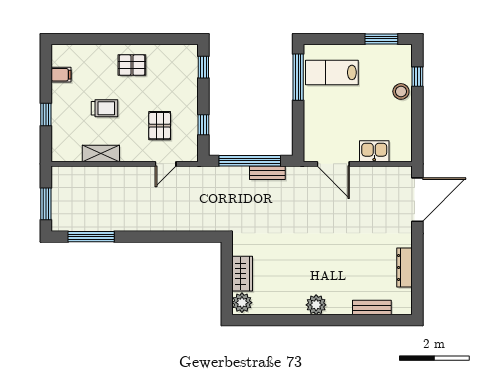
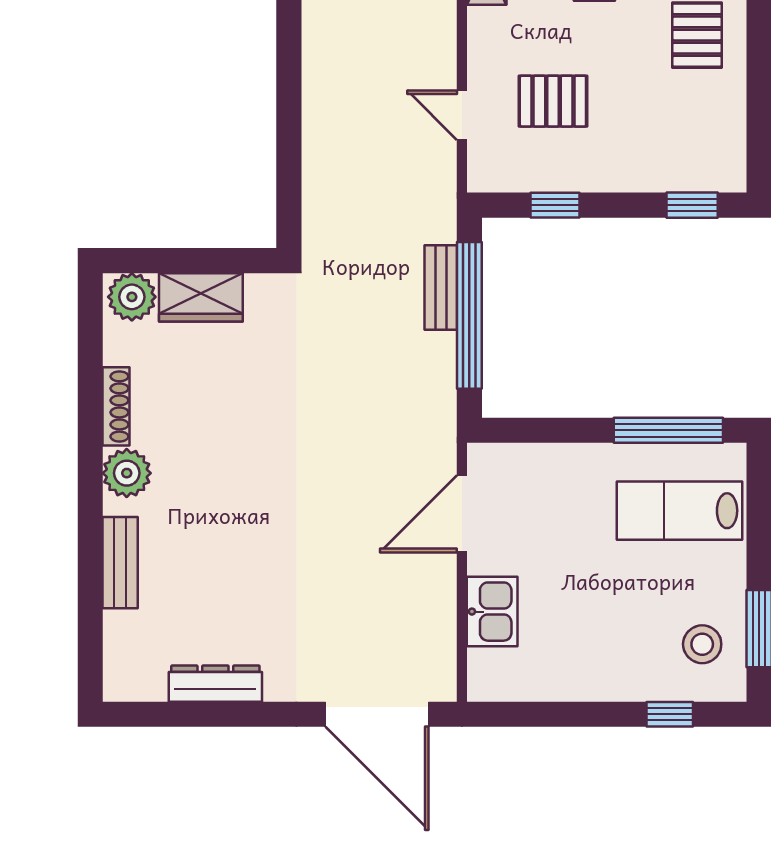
lab bench: (332, 72) -> (679, 511), turned -90
stool: (401, 91) -> (702, 644), moved
bench: (267, 173) -> (441, 287), moved
bench: (372, 308) -> (120, 563), moved
shoe rack: (288, 309) -> (116, 406), added

